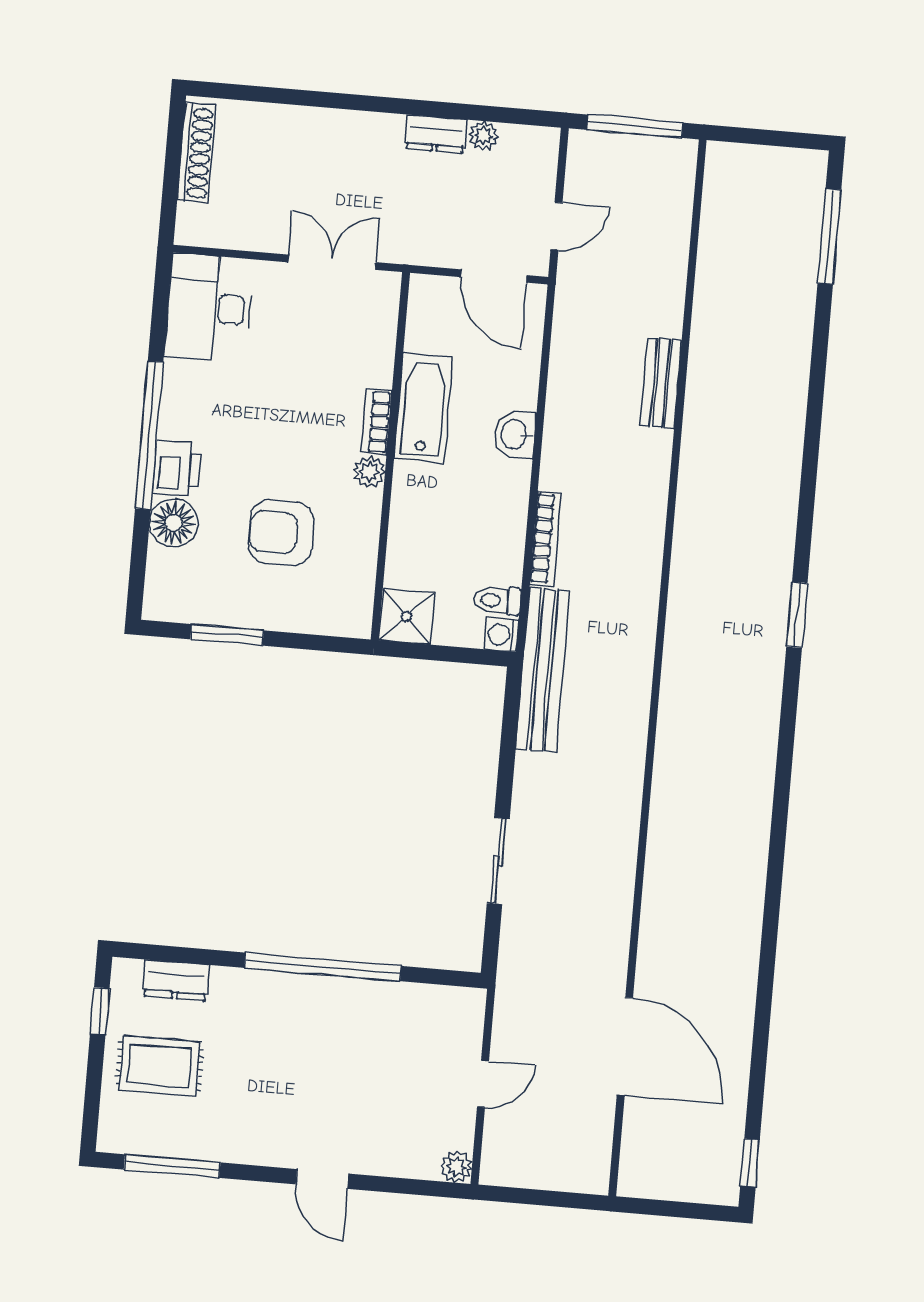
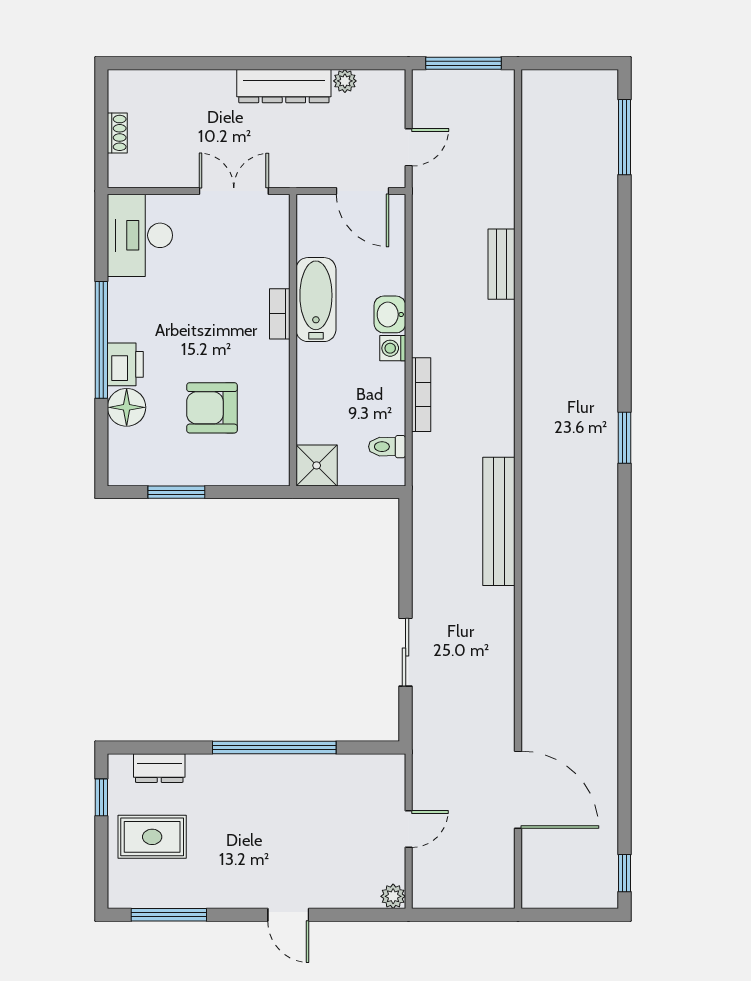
dresser: (436, 134) -> (284, 86), width x1.96, depth x1.24
shoe rack: (196, 153) -> (117, 133), width x0.51, depth x0.81
plant: (369, 472) -> (277, 354), removed
washing machine: (501, 634) -> (393, 348), moved
bench: (543, 670) -> (499, 521), moved

